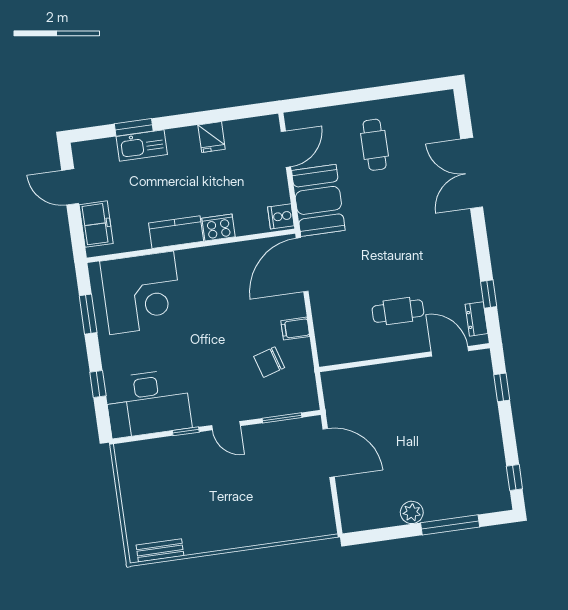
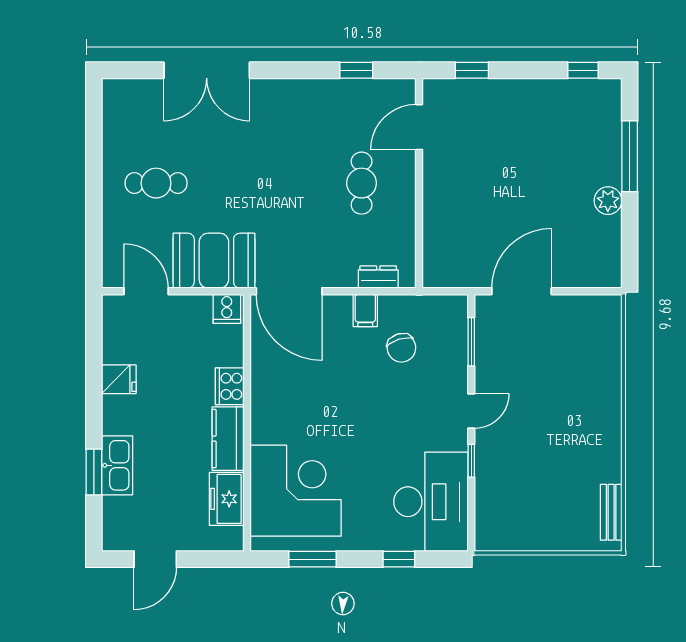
freezer: (96, 224) -> (227, 499), moved, turned -90
dresser: (476, 319) -> (378, 277), moved, turned 180

